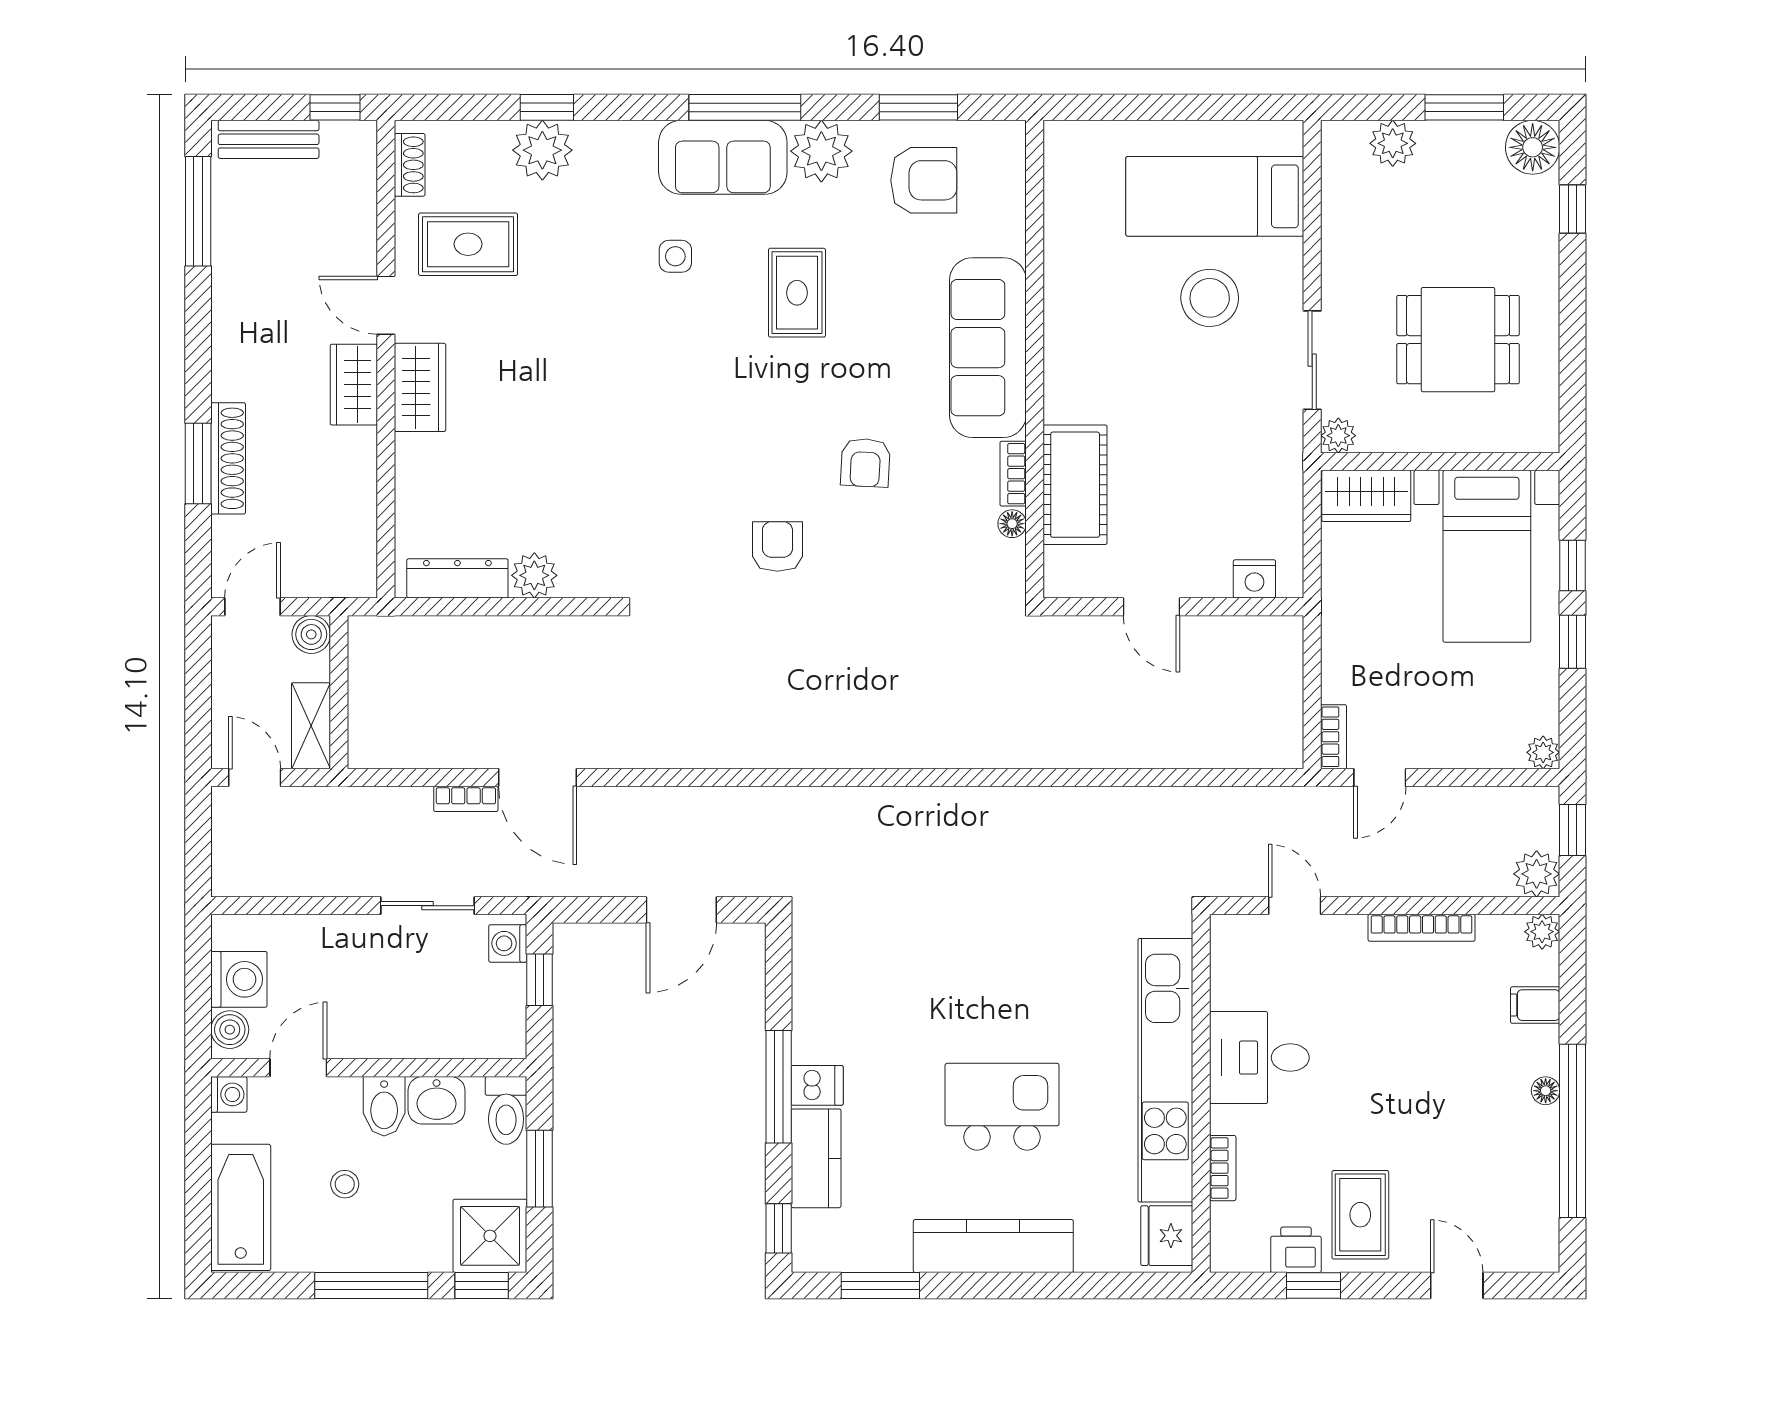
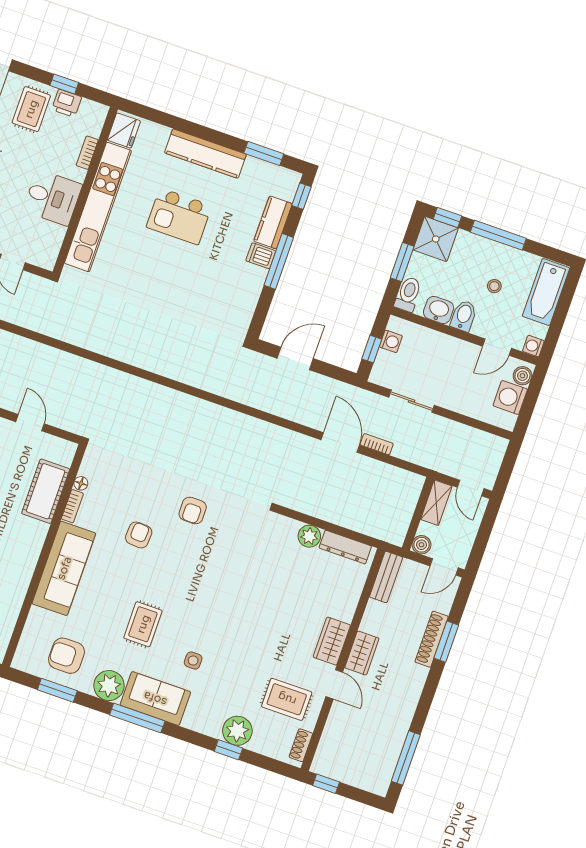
bench: (269, 139) -> (386, 577), moved, turned 90
washing machine: (508, 943) -> (391, 341), moved

